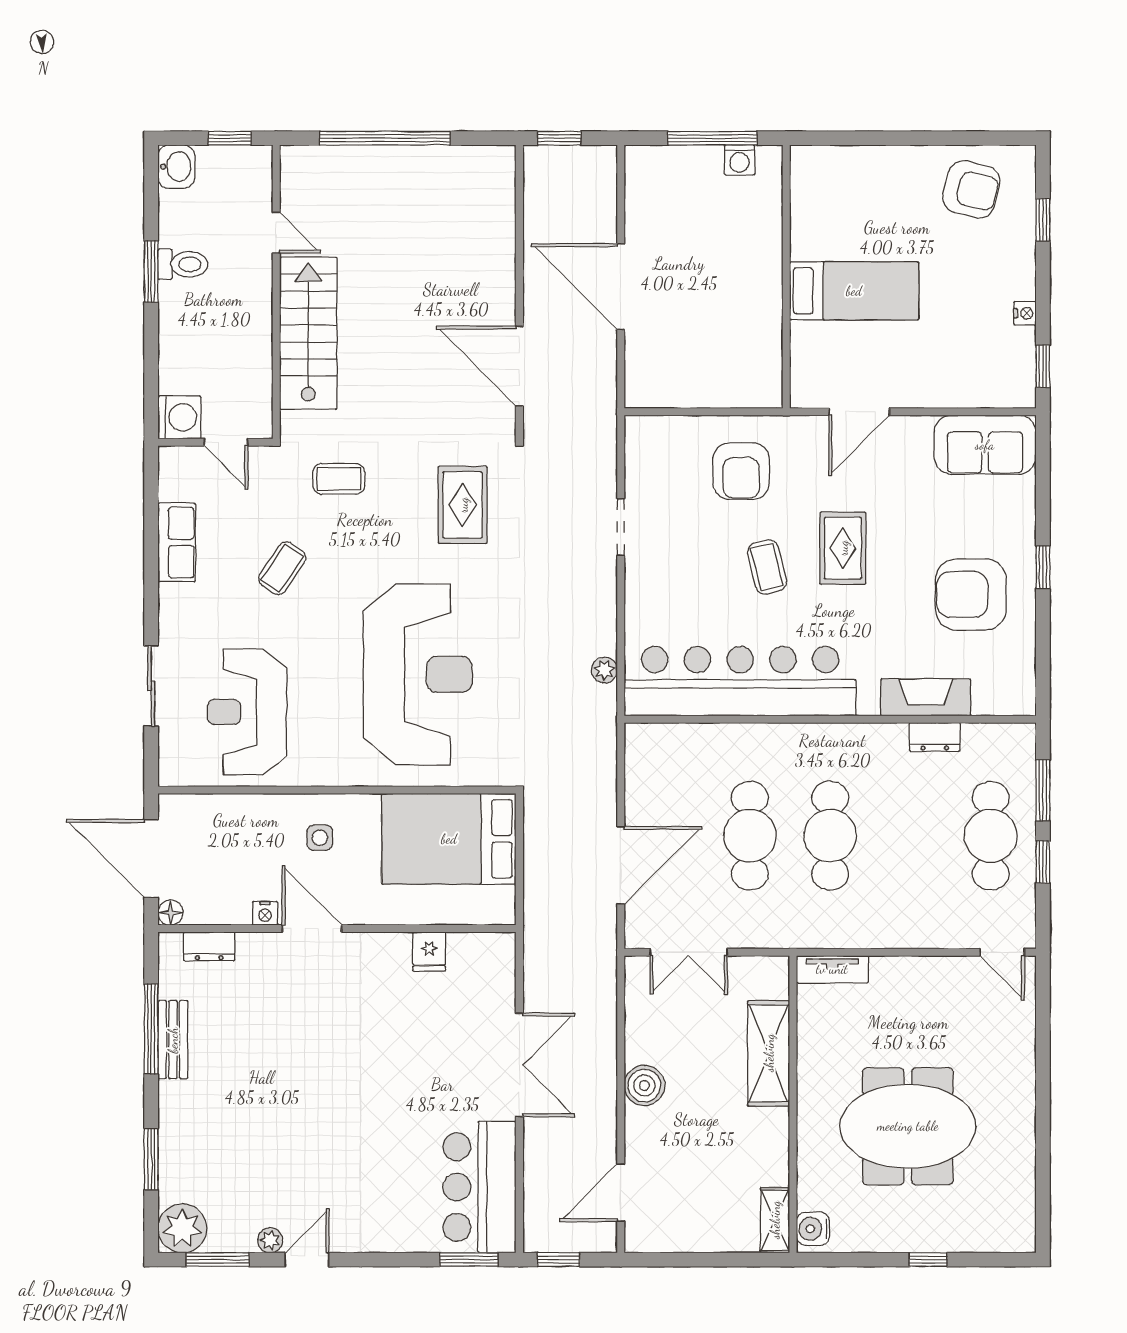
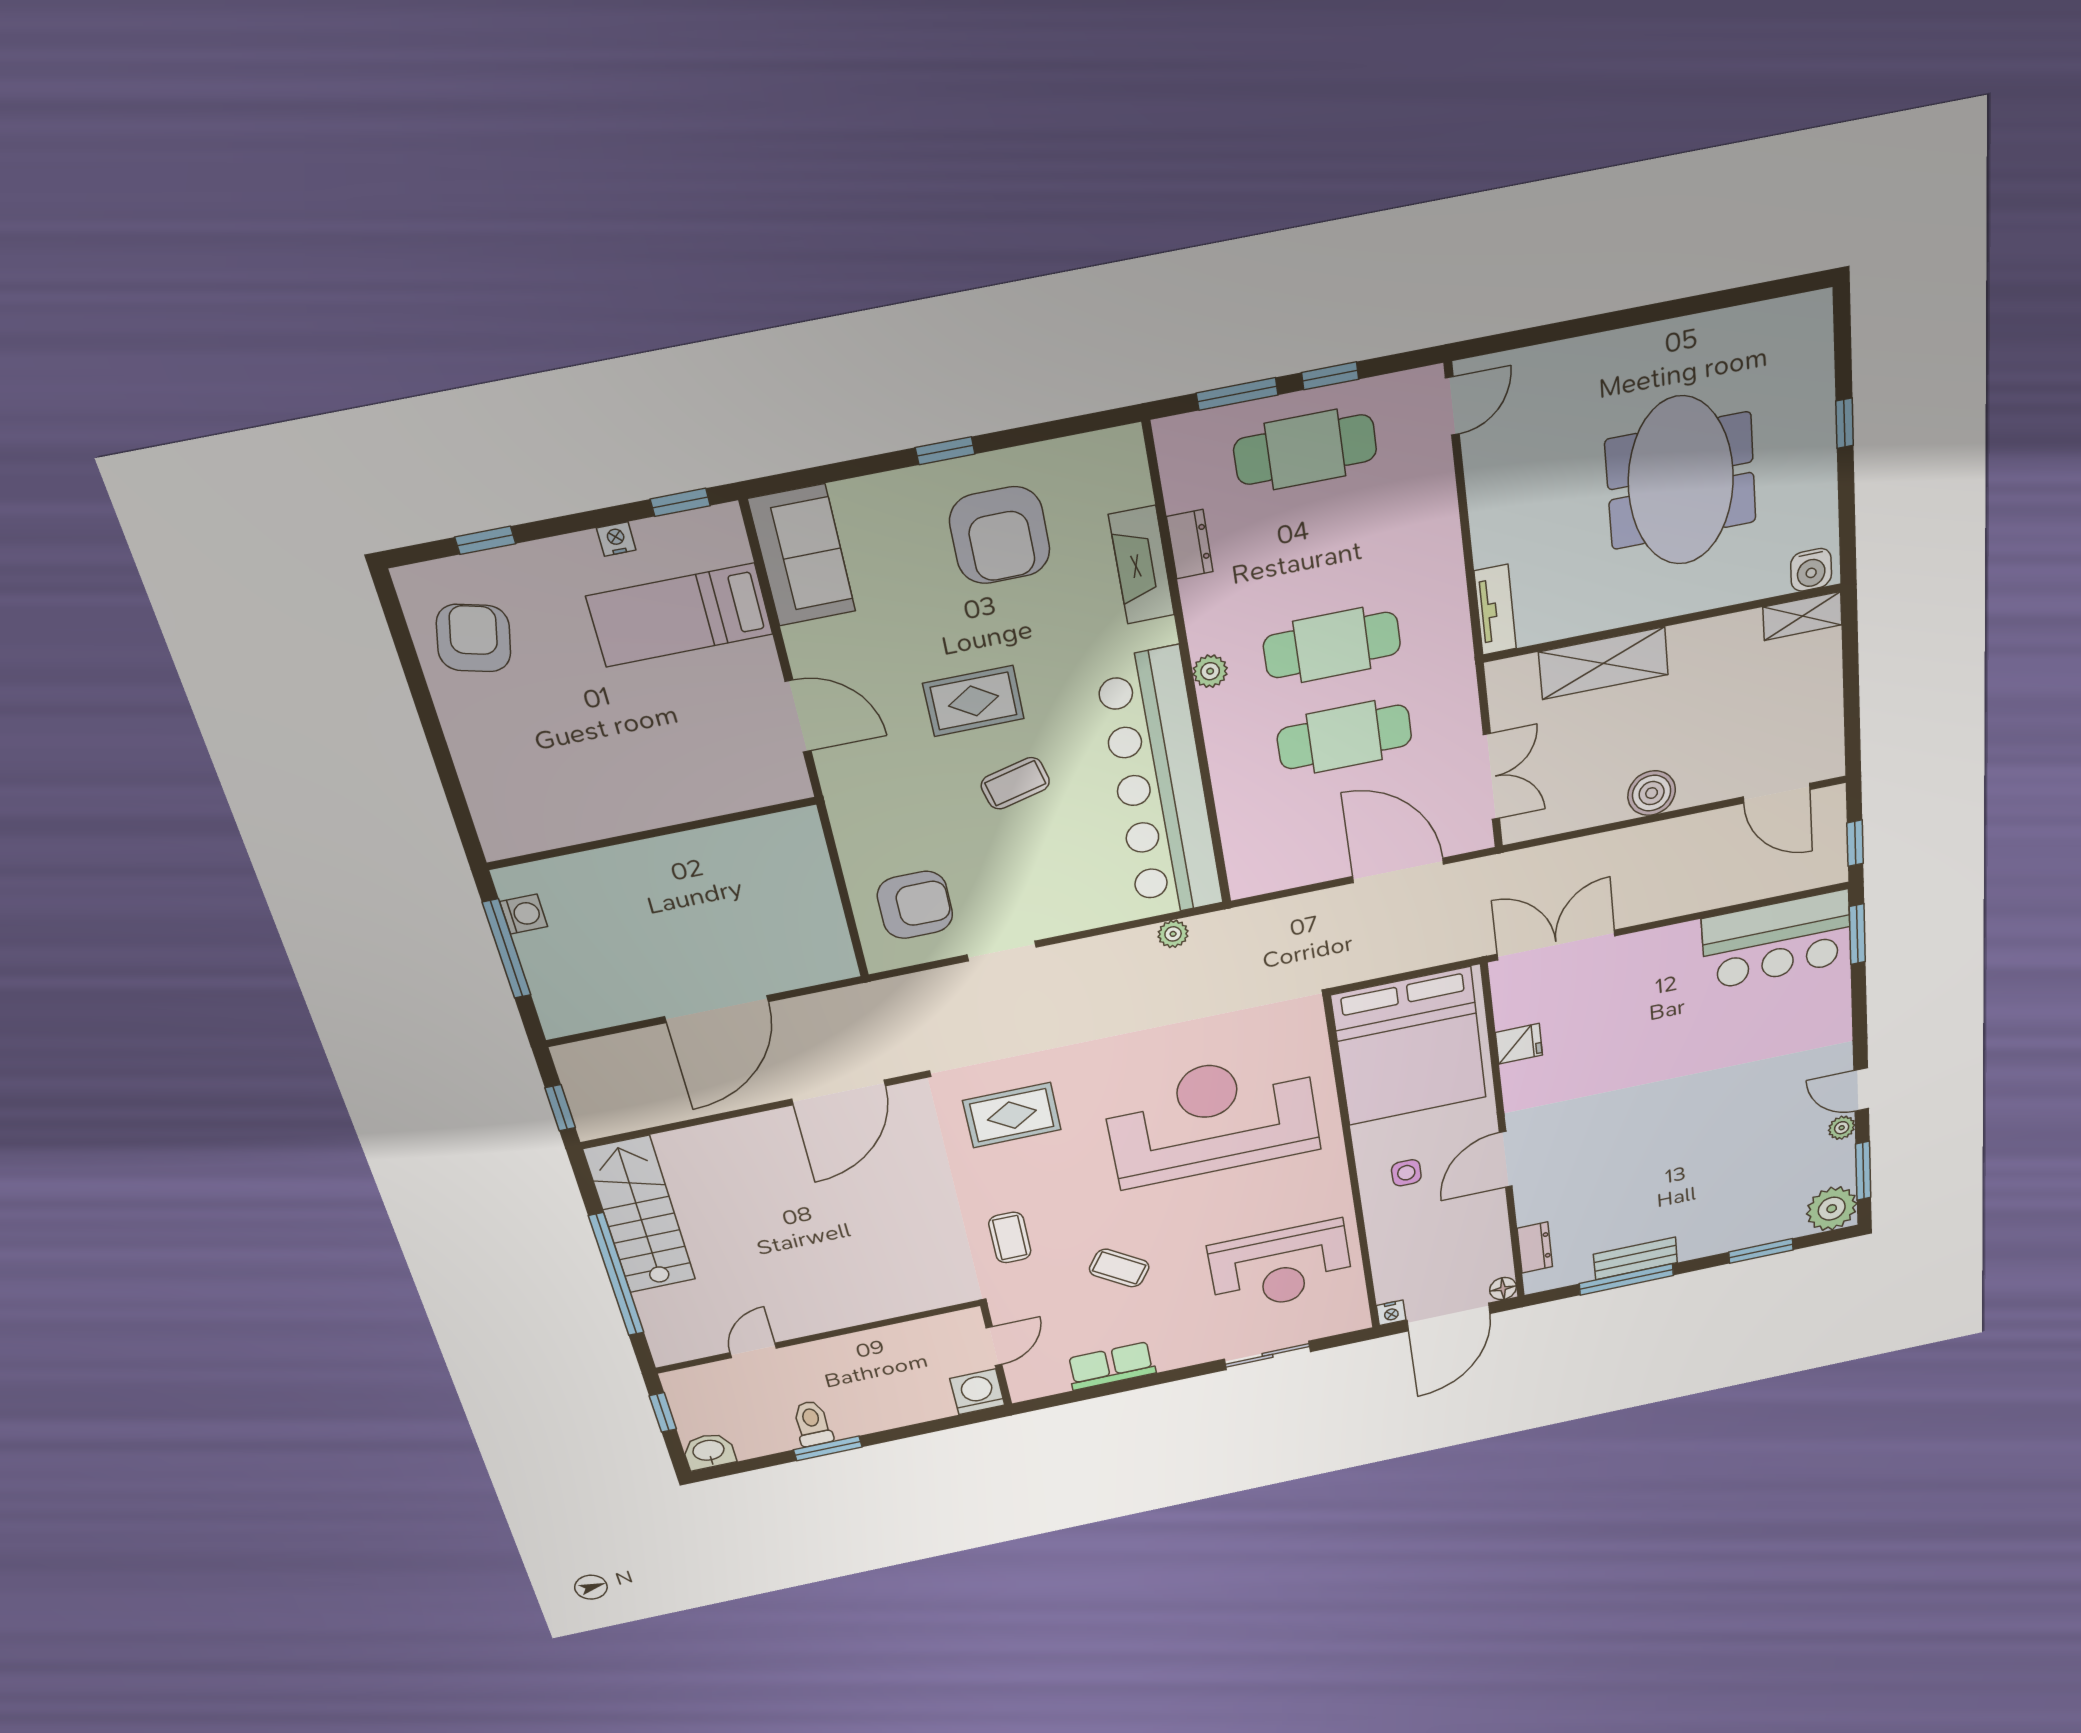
bed: (854, 291) -> (680, 615), moved, turned -90
stairs: (308, 333) -> (640, 1215), moved, turned 90
armchair: (741, 471) -> (915, 905), moved
plant: (829, 736) -> (1210, 671), added
bed: (449, 839) -> (1409, 1047), width x1.36
nightstand: (265, 913) -> (1391, 1313), moved, turned 90
double door: (519, 1065) -> (1556, 945), moved

